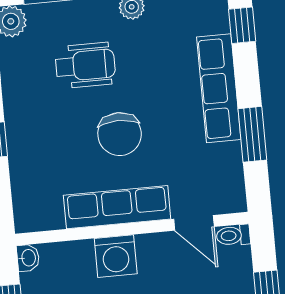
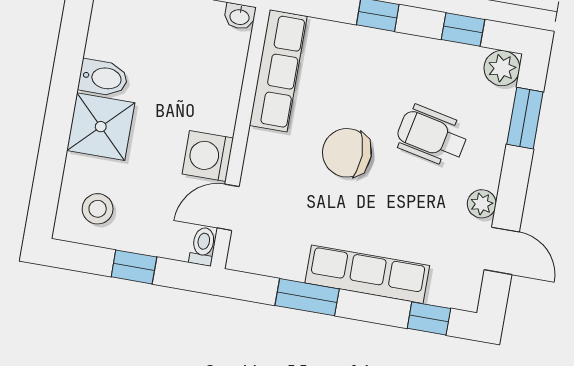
wheelchair: (85, 65) -> (432, 136), turned 102
row of seats: (117, 207) -> (278, 71), moved
washing machine: (116, 256) -> (208, 156), moved

